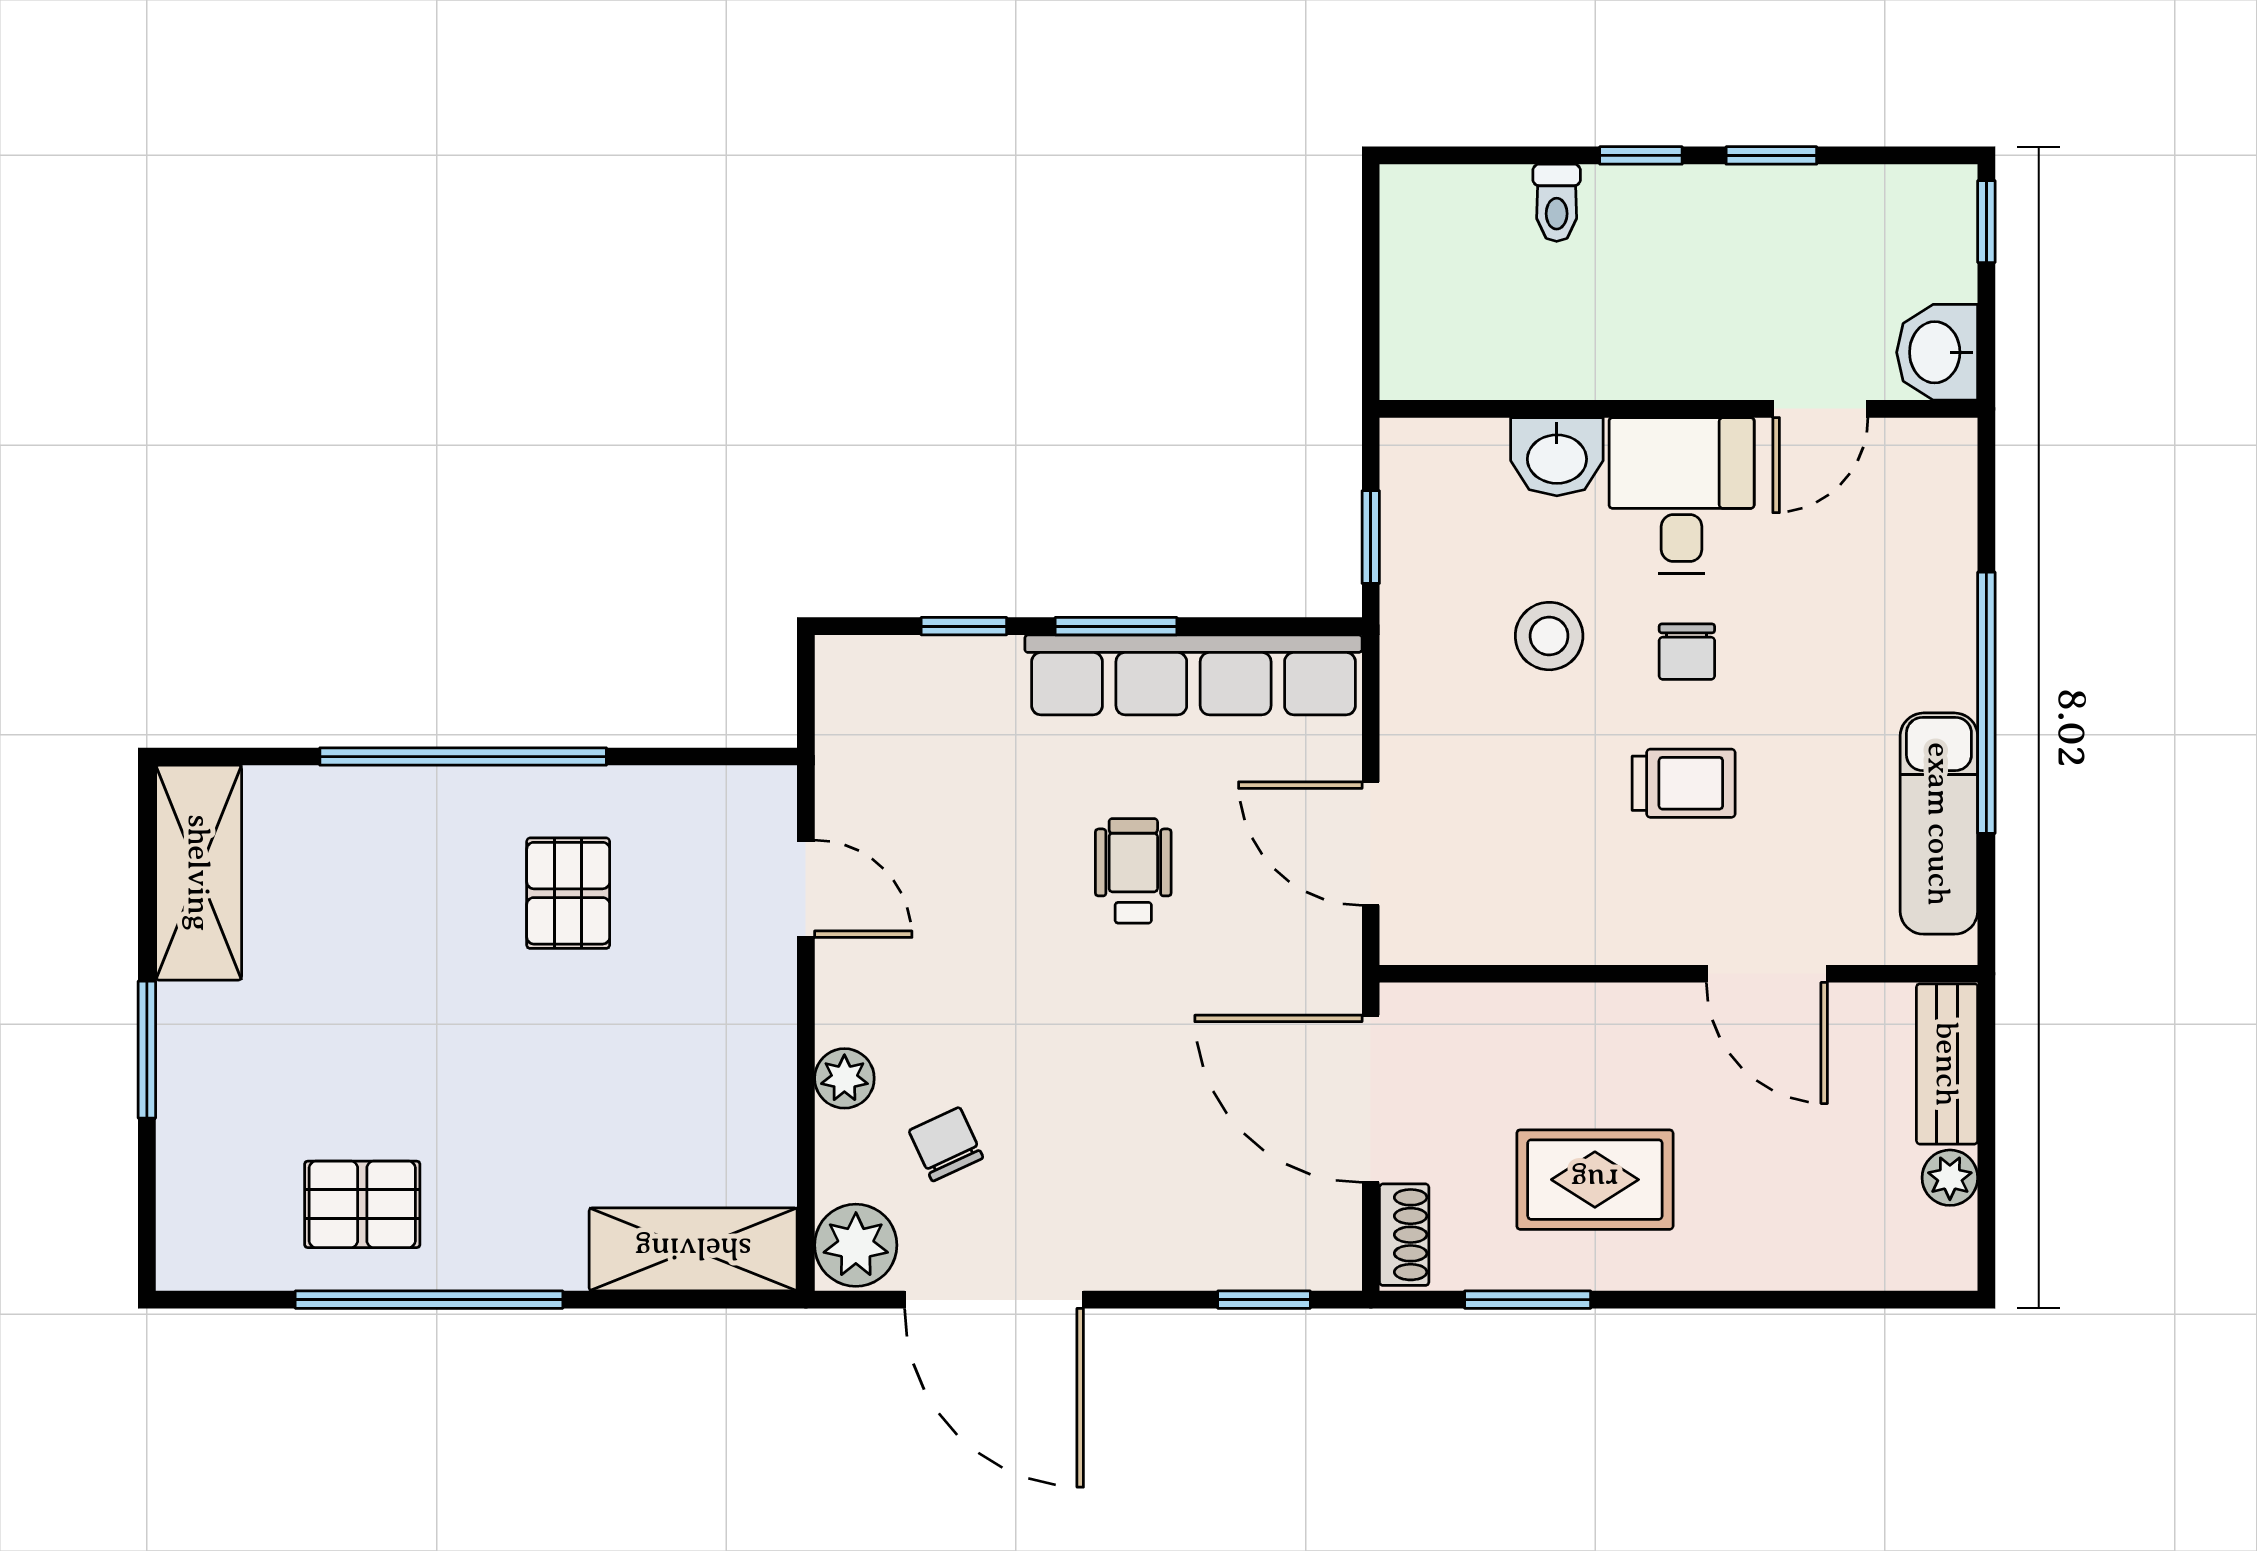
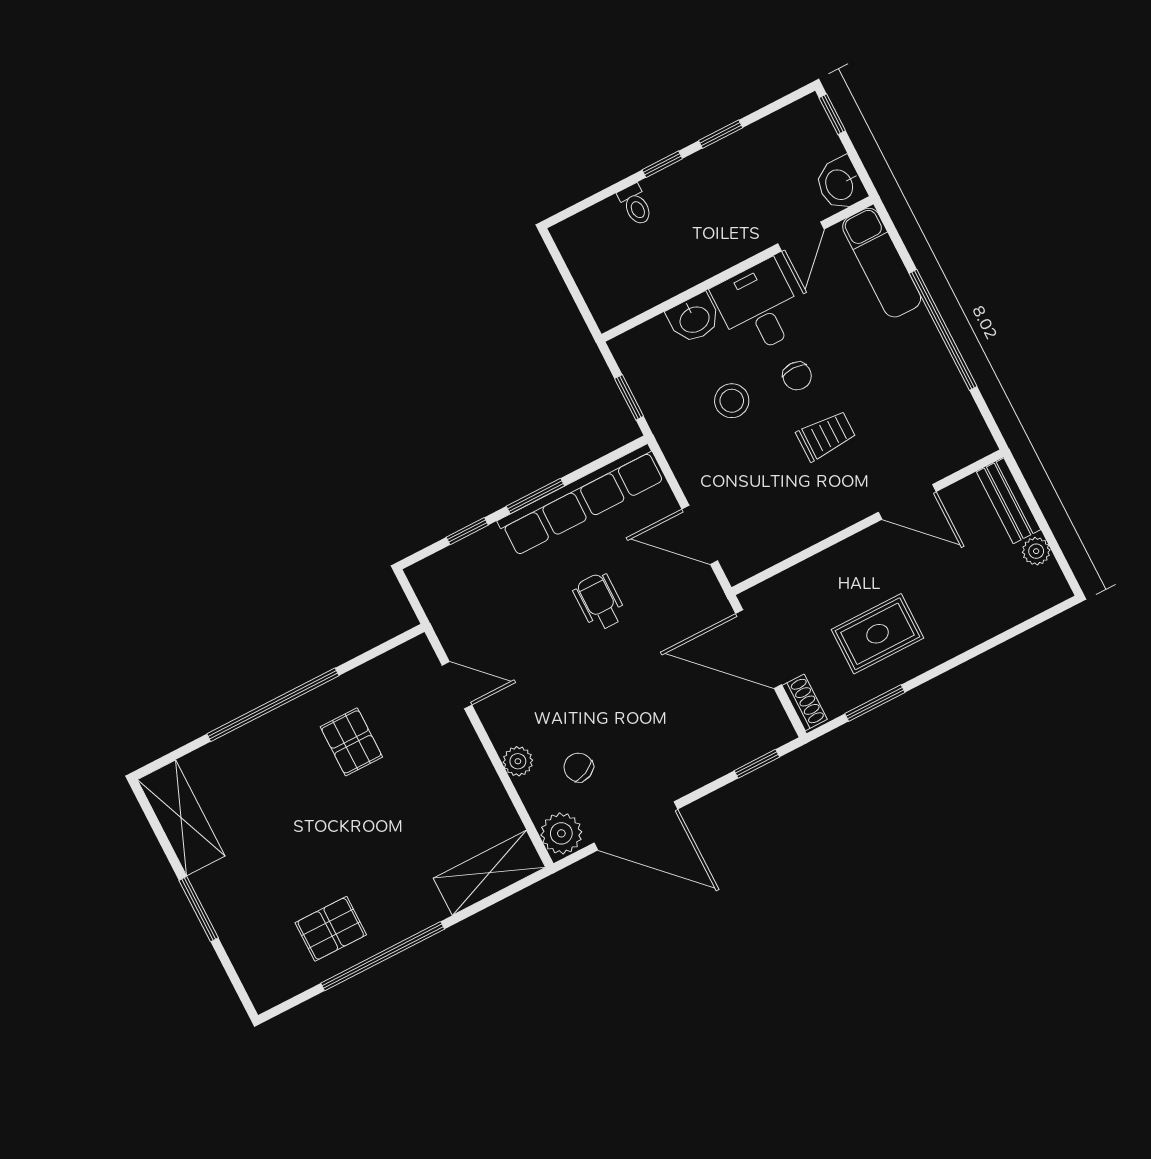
exam couch: (1939, 824) -> (882, 263), moved

